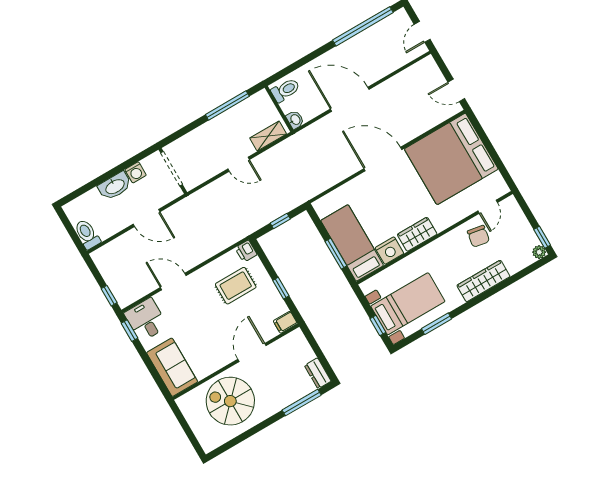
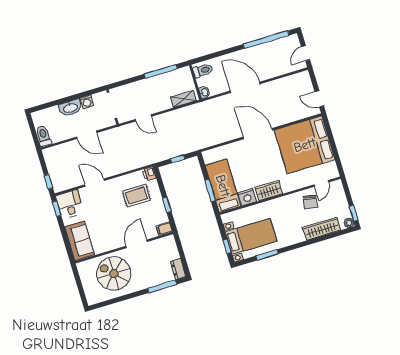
door: (239, 164) -> (143, 118), moved
wardrobe: (483, 281) -> (322, 229), moved

